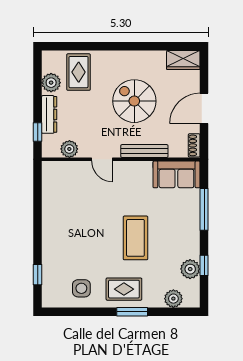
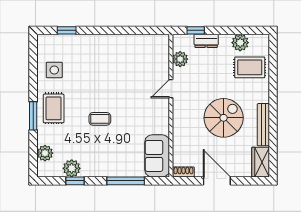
dresser: (49, 114) -> (206, 41), width x0.70
bench: (144, 151) -> (263, 125), moved
coffee table: (135, 238) -> (100, 119), width x0.54, depth x0.58

